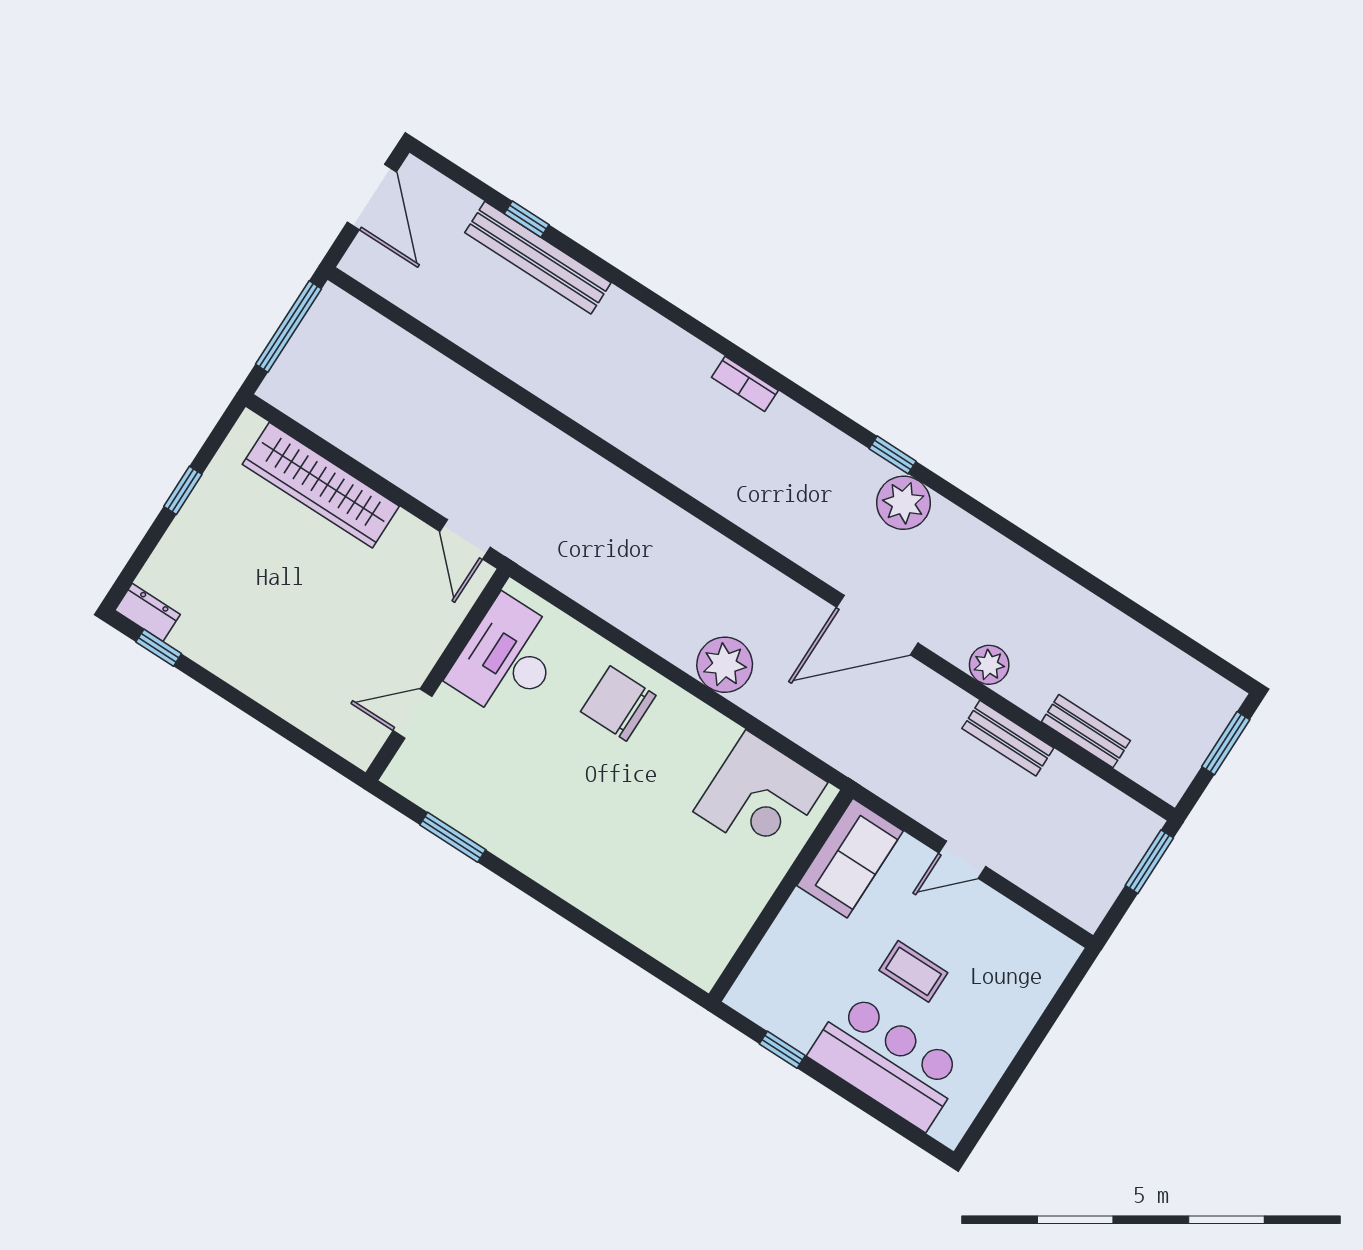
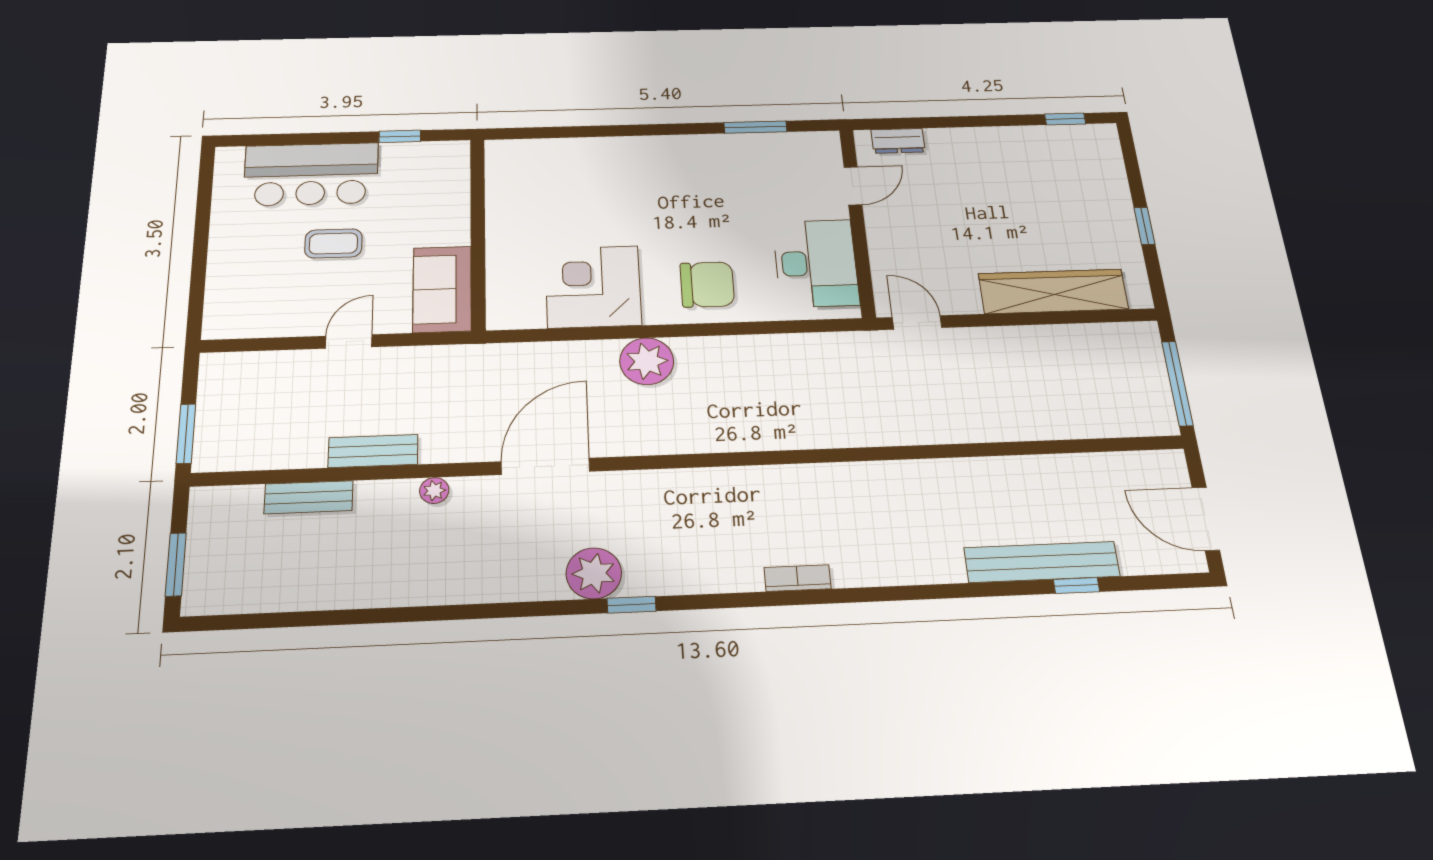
dresser: (147, 612) -> (898, 141), moved
plant: (989, 665) -> (434, 491), width x0.73, depth x0.73
corner desk: (760, 797) -> (593, 287), moved

